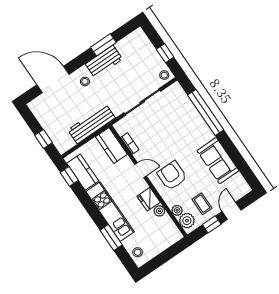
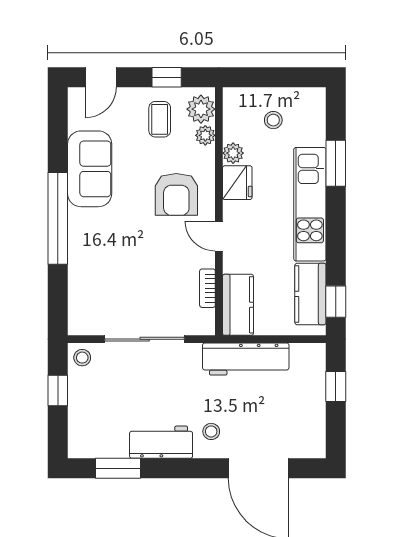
window: (103, 45) -> (118, 468), moved
window: (206, 112) -> (58, 218), moved
door: (232, 211) -> (101, 77), moved
stool: (138, 252) -> (273, 120), moved

